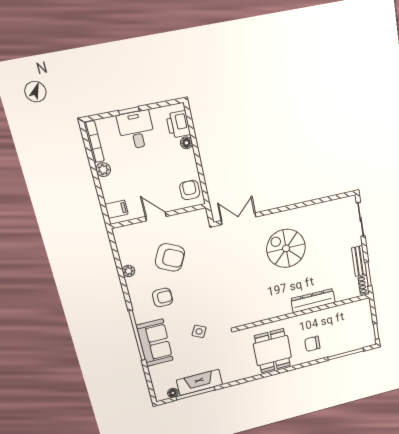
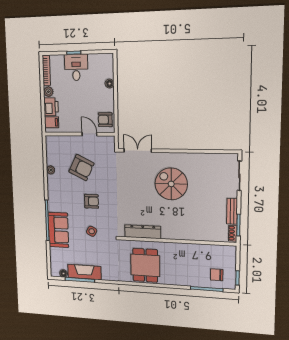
printer: (178, 124) -> (51, 107), moved, turned 180
armchair: (190, 190) -> (105, 120), turned -90
door: (156, 217) -> (89, 134), moved
armchair: (163, 297) -> (91, 201), moved
dresser: (313, 301) -> (143, 232), moved
chair: (312, 344) -> (217, 275), moved

